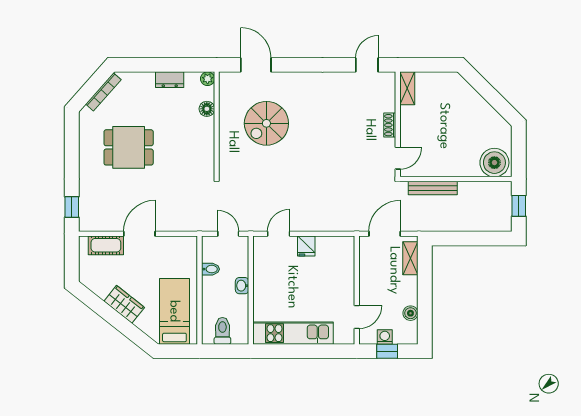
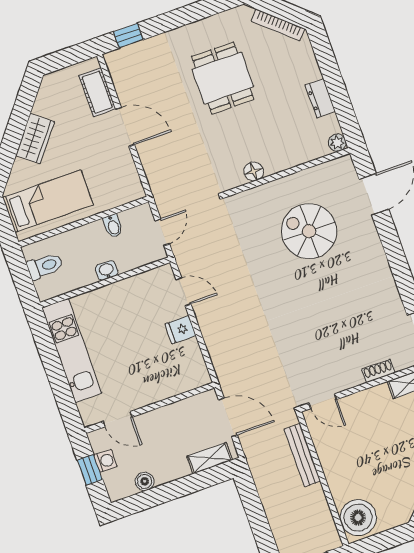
floor lamp: (207, 109) -> (254, 171), moved
shoe rack: (390, 125) -> (378, 371), moved

